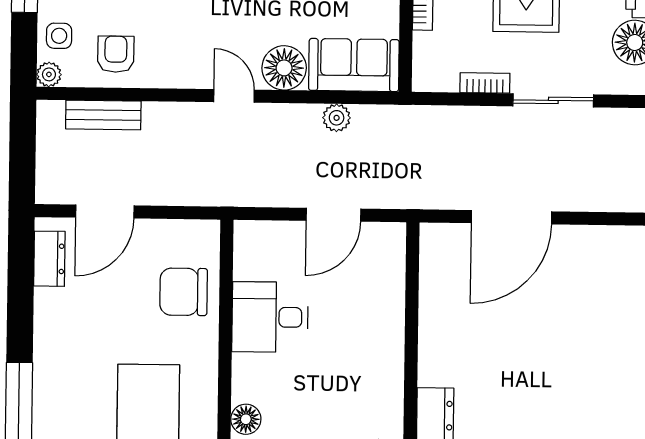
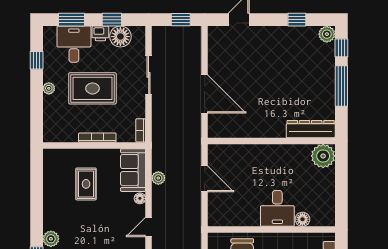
floor lamp: (284, 68) -> (140, 198), width x0.53, depth x0.53
bookcase: (485, 83) -> (141, 130), moved
desk: (270, 317) -> (277, 208), moved

